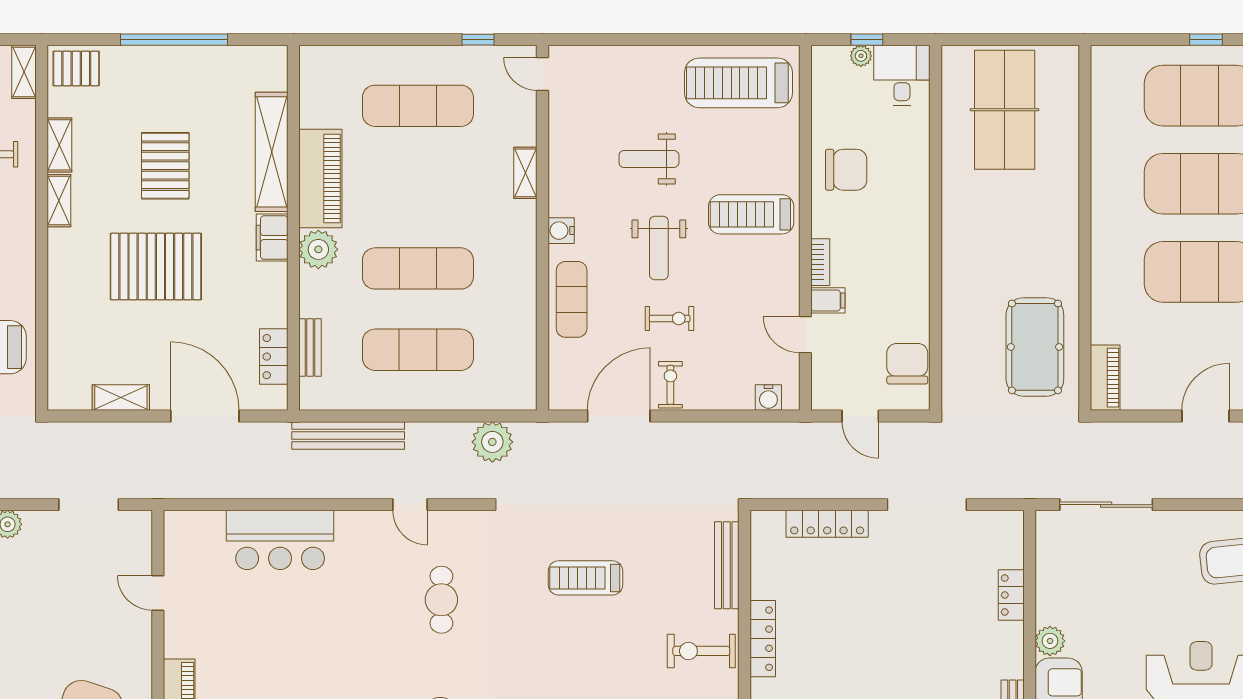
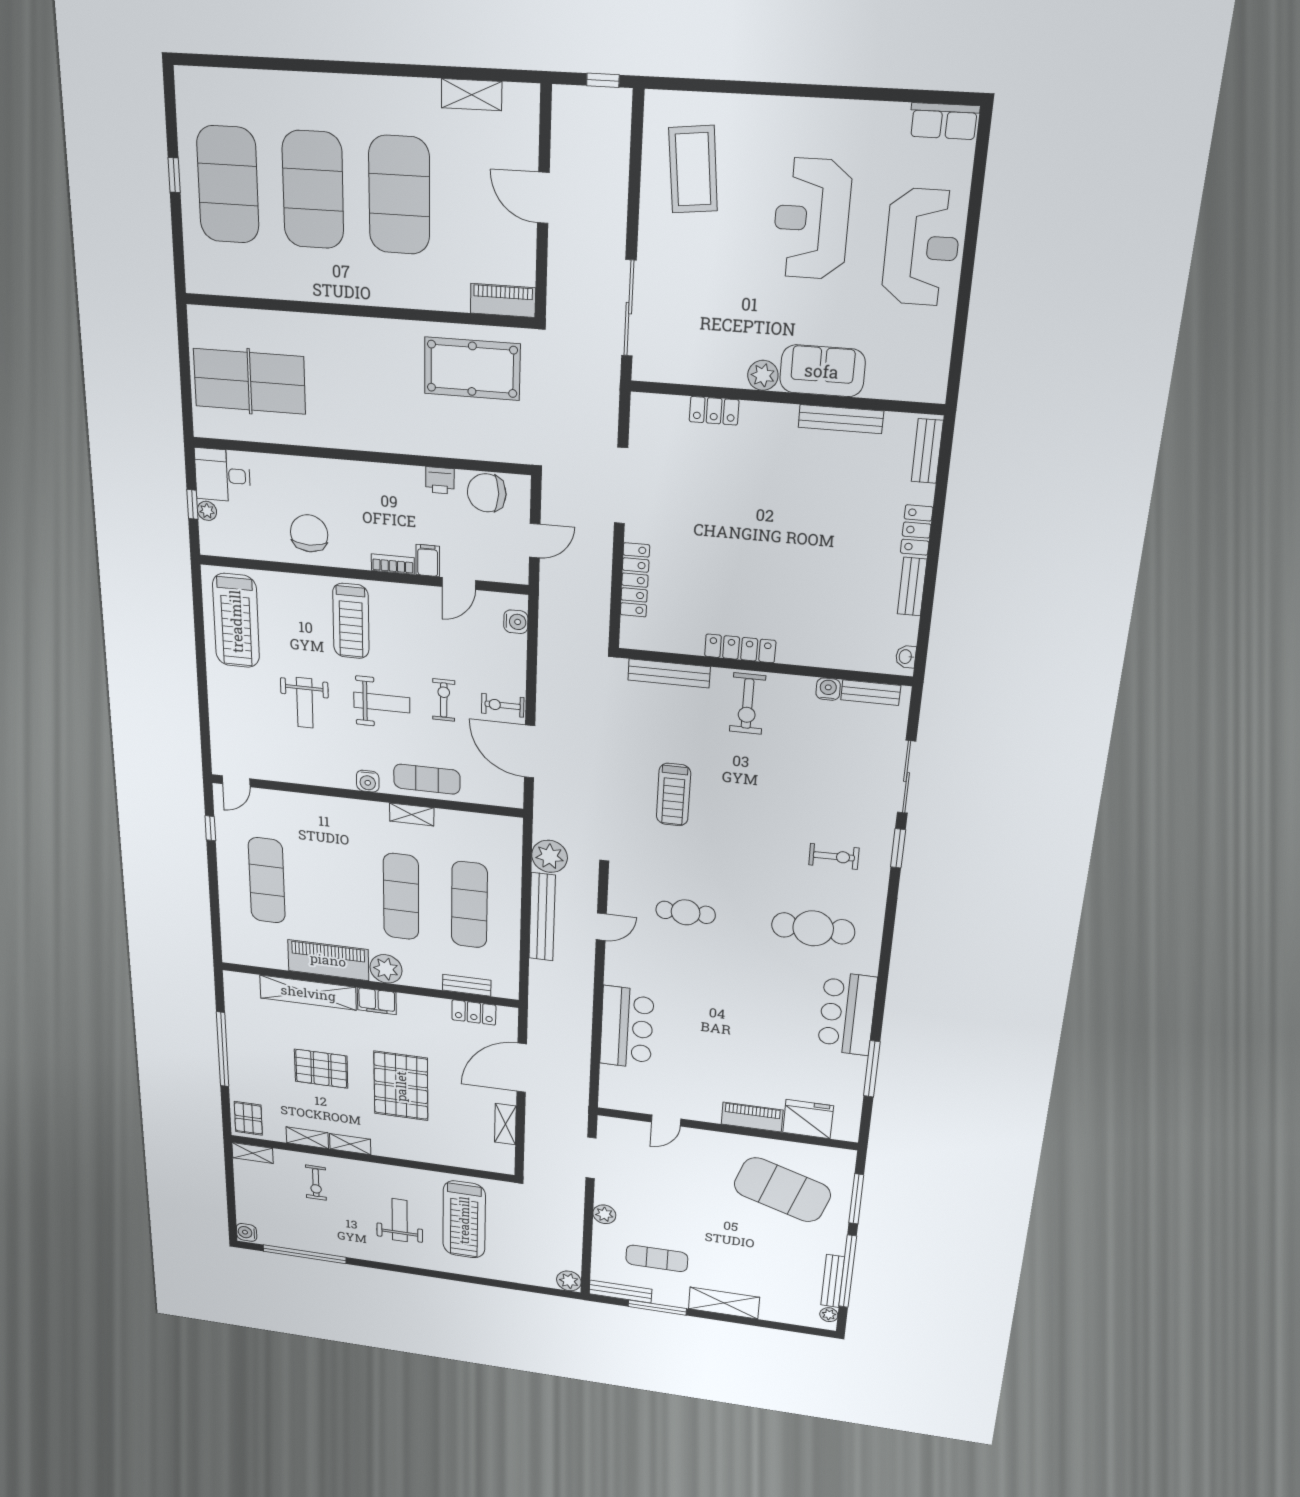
shelving: (525, 173) -> (412, 814), moved
printer: (916, 314) -> (440, 480), added
bench: (348, 435) -> (542, 917), moved

